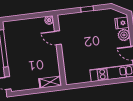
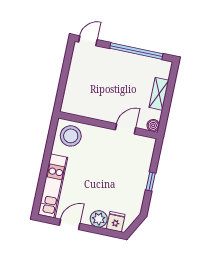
stool: (75, 73) -> (71, 136), added
shelving: (50, 82) -> (159, 94), moved

